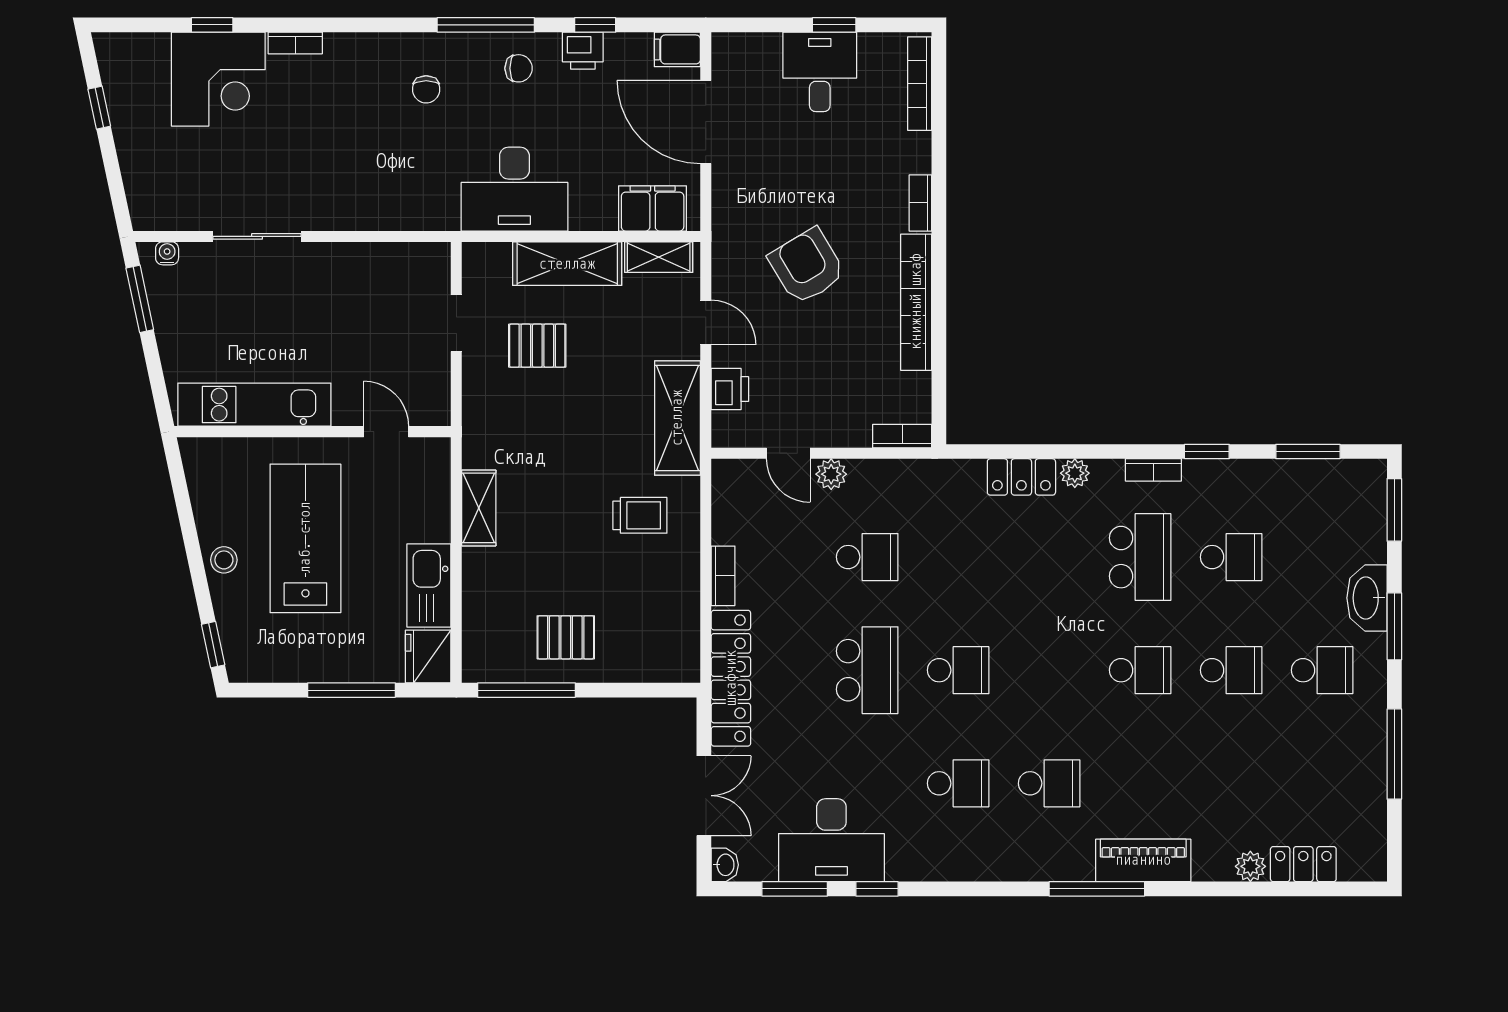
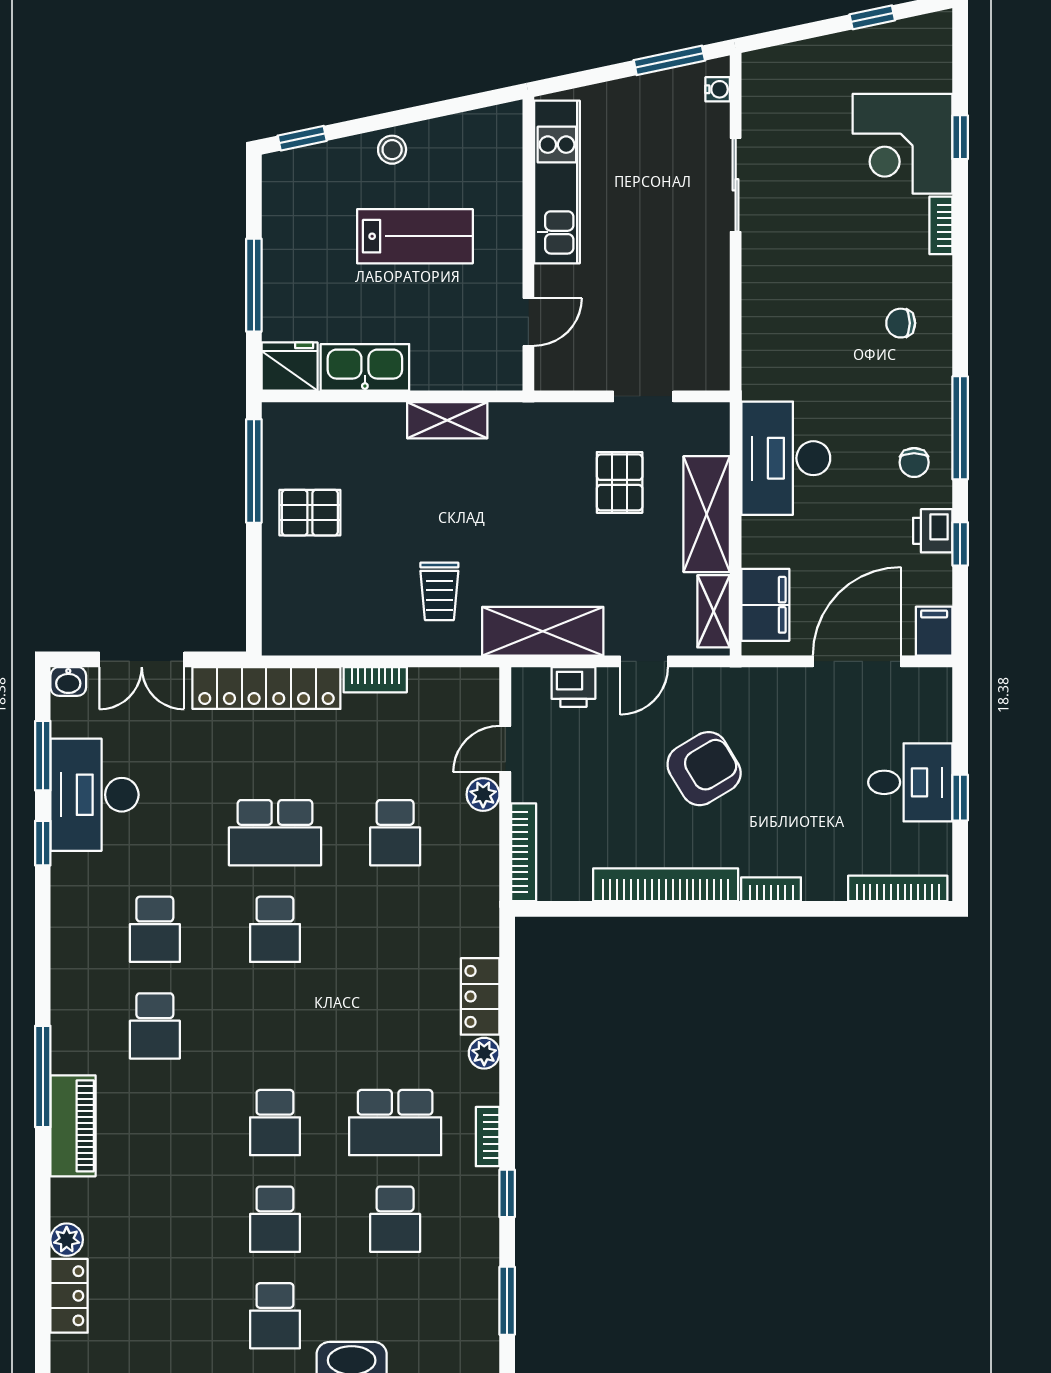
chair: (426, 89) -> (901, 323), moved
bookcase: (902, 436) -> (524, 852), width x1.56
lab bench: (305, 538) -> (415, 236), width x0.73, depth x0.72
pallet: (566, 637) -> (310, 513), turned 90

